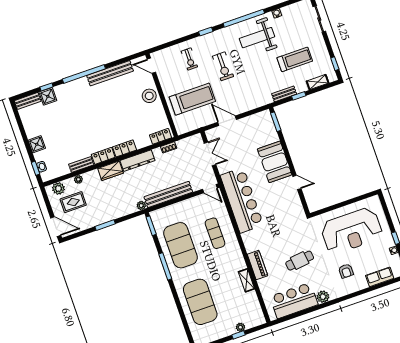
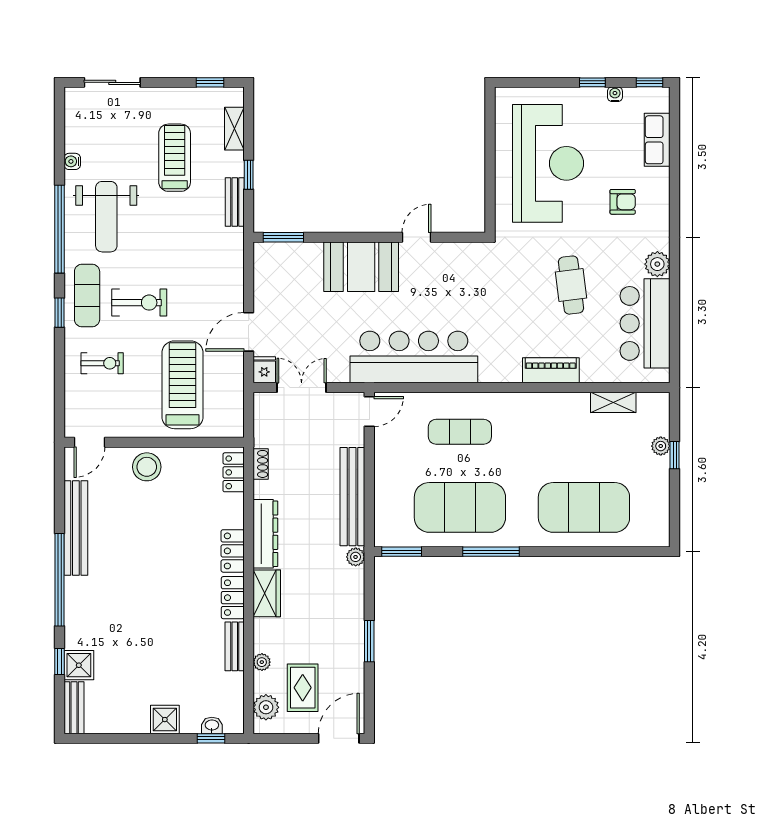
exercise mat: (218, 41) -> (87, 295), added
fridge: (212, 134) -> (264, 370), added
shelving: (246, 280) -> (613, 402), moved

